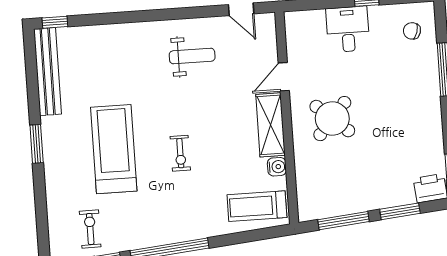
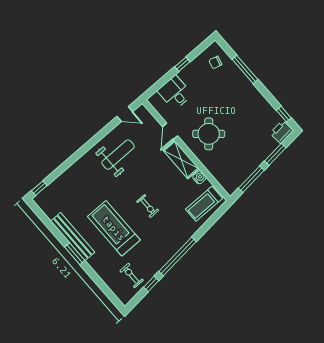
desk: (348, 29) -> (175, 93), moved
weight bench: (192, 56) -> (118, 155), width x1.36, depth x1.33
bench: (48, 72) -> (73, 237), moved

